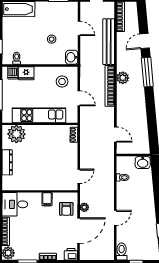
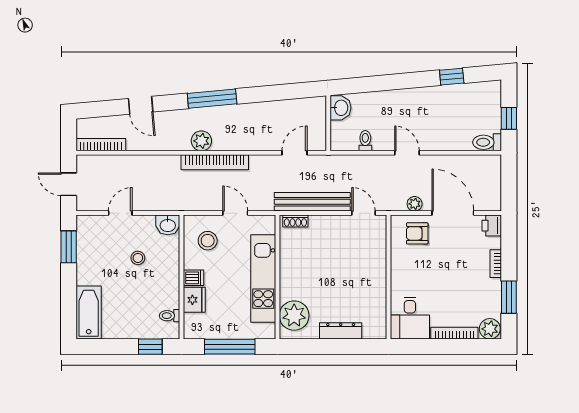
bench: (109, 42) -> (312, 202), moved
window: (147, 72) -> (212, 99), moved
dishwasher: (13, 73) -> (194, 278), moved
door: (79, 98) -> (235, 213), hinge flipped
filing cabinet: (47, 199) -> (401, 265), removed
armchair: (66, 209) -> (417, 233), turned 180
door: (115, 218) -> (407, 153), moved

